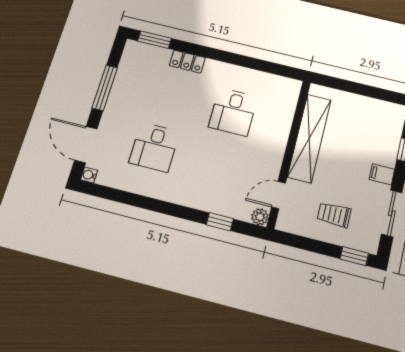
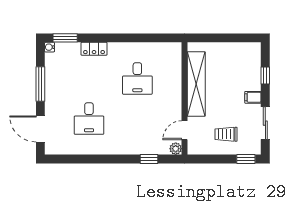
water cooler: (89, 175) -> (50, 47), moved

